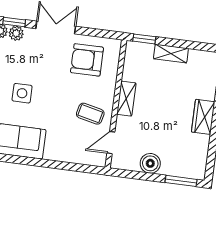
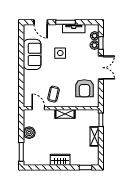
armchair: (87, 60) -> (84, 88), turned 180

